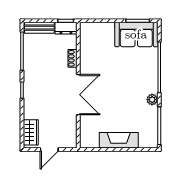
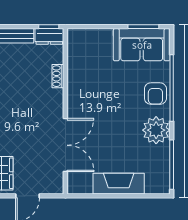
armchair: (147, 72) -> (155, 94), added
double door: (78, 95) -> (65, 145), moved
plant: (152, 100) -> (156, 130), width x1.87, depth x1.87

